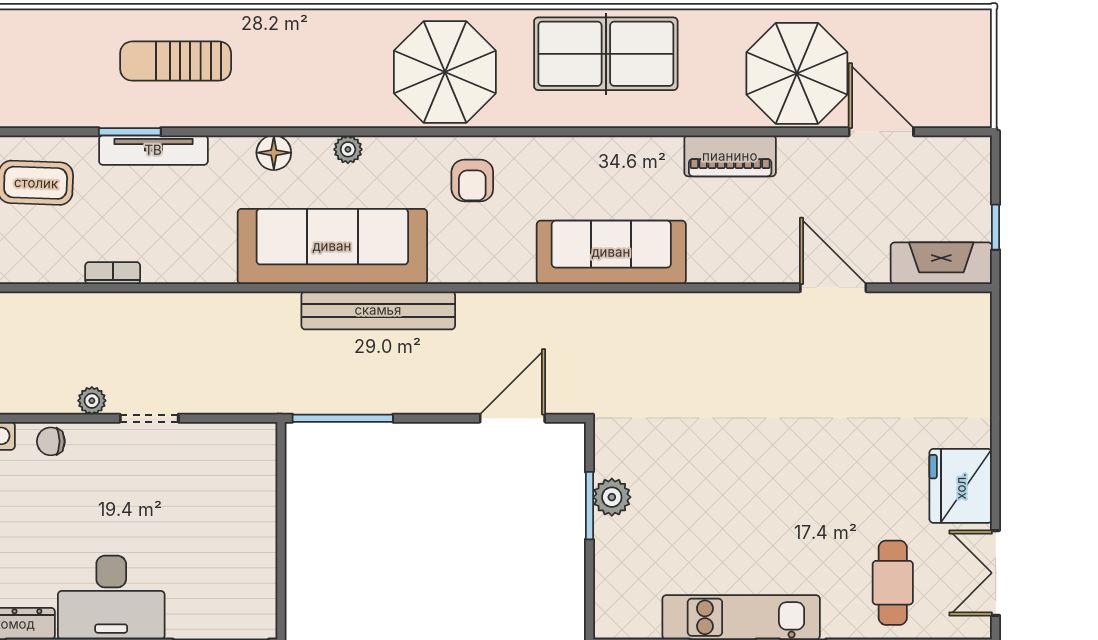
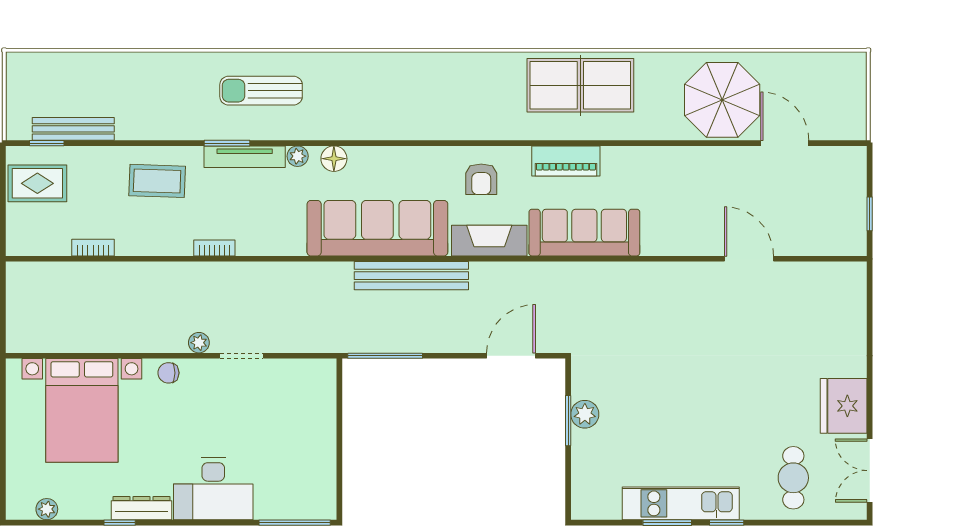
parasol: (445, 72) -> (461, 99), removed
plant: (348, 149) -> (298, 156), moved
piano: (730, 156) -> (566, 161), moved
fireplace: (941, 263) -> (489, 241), moved

